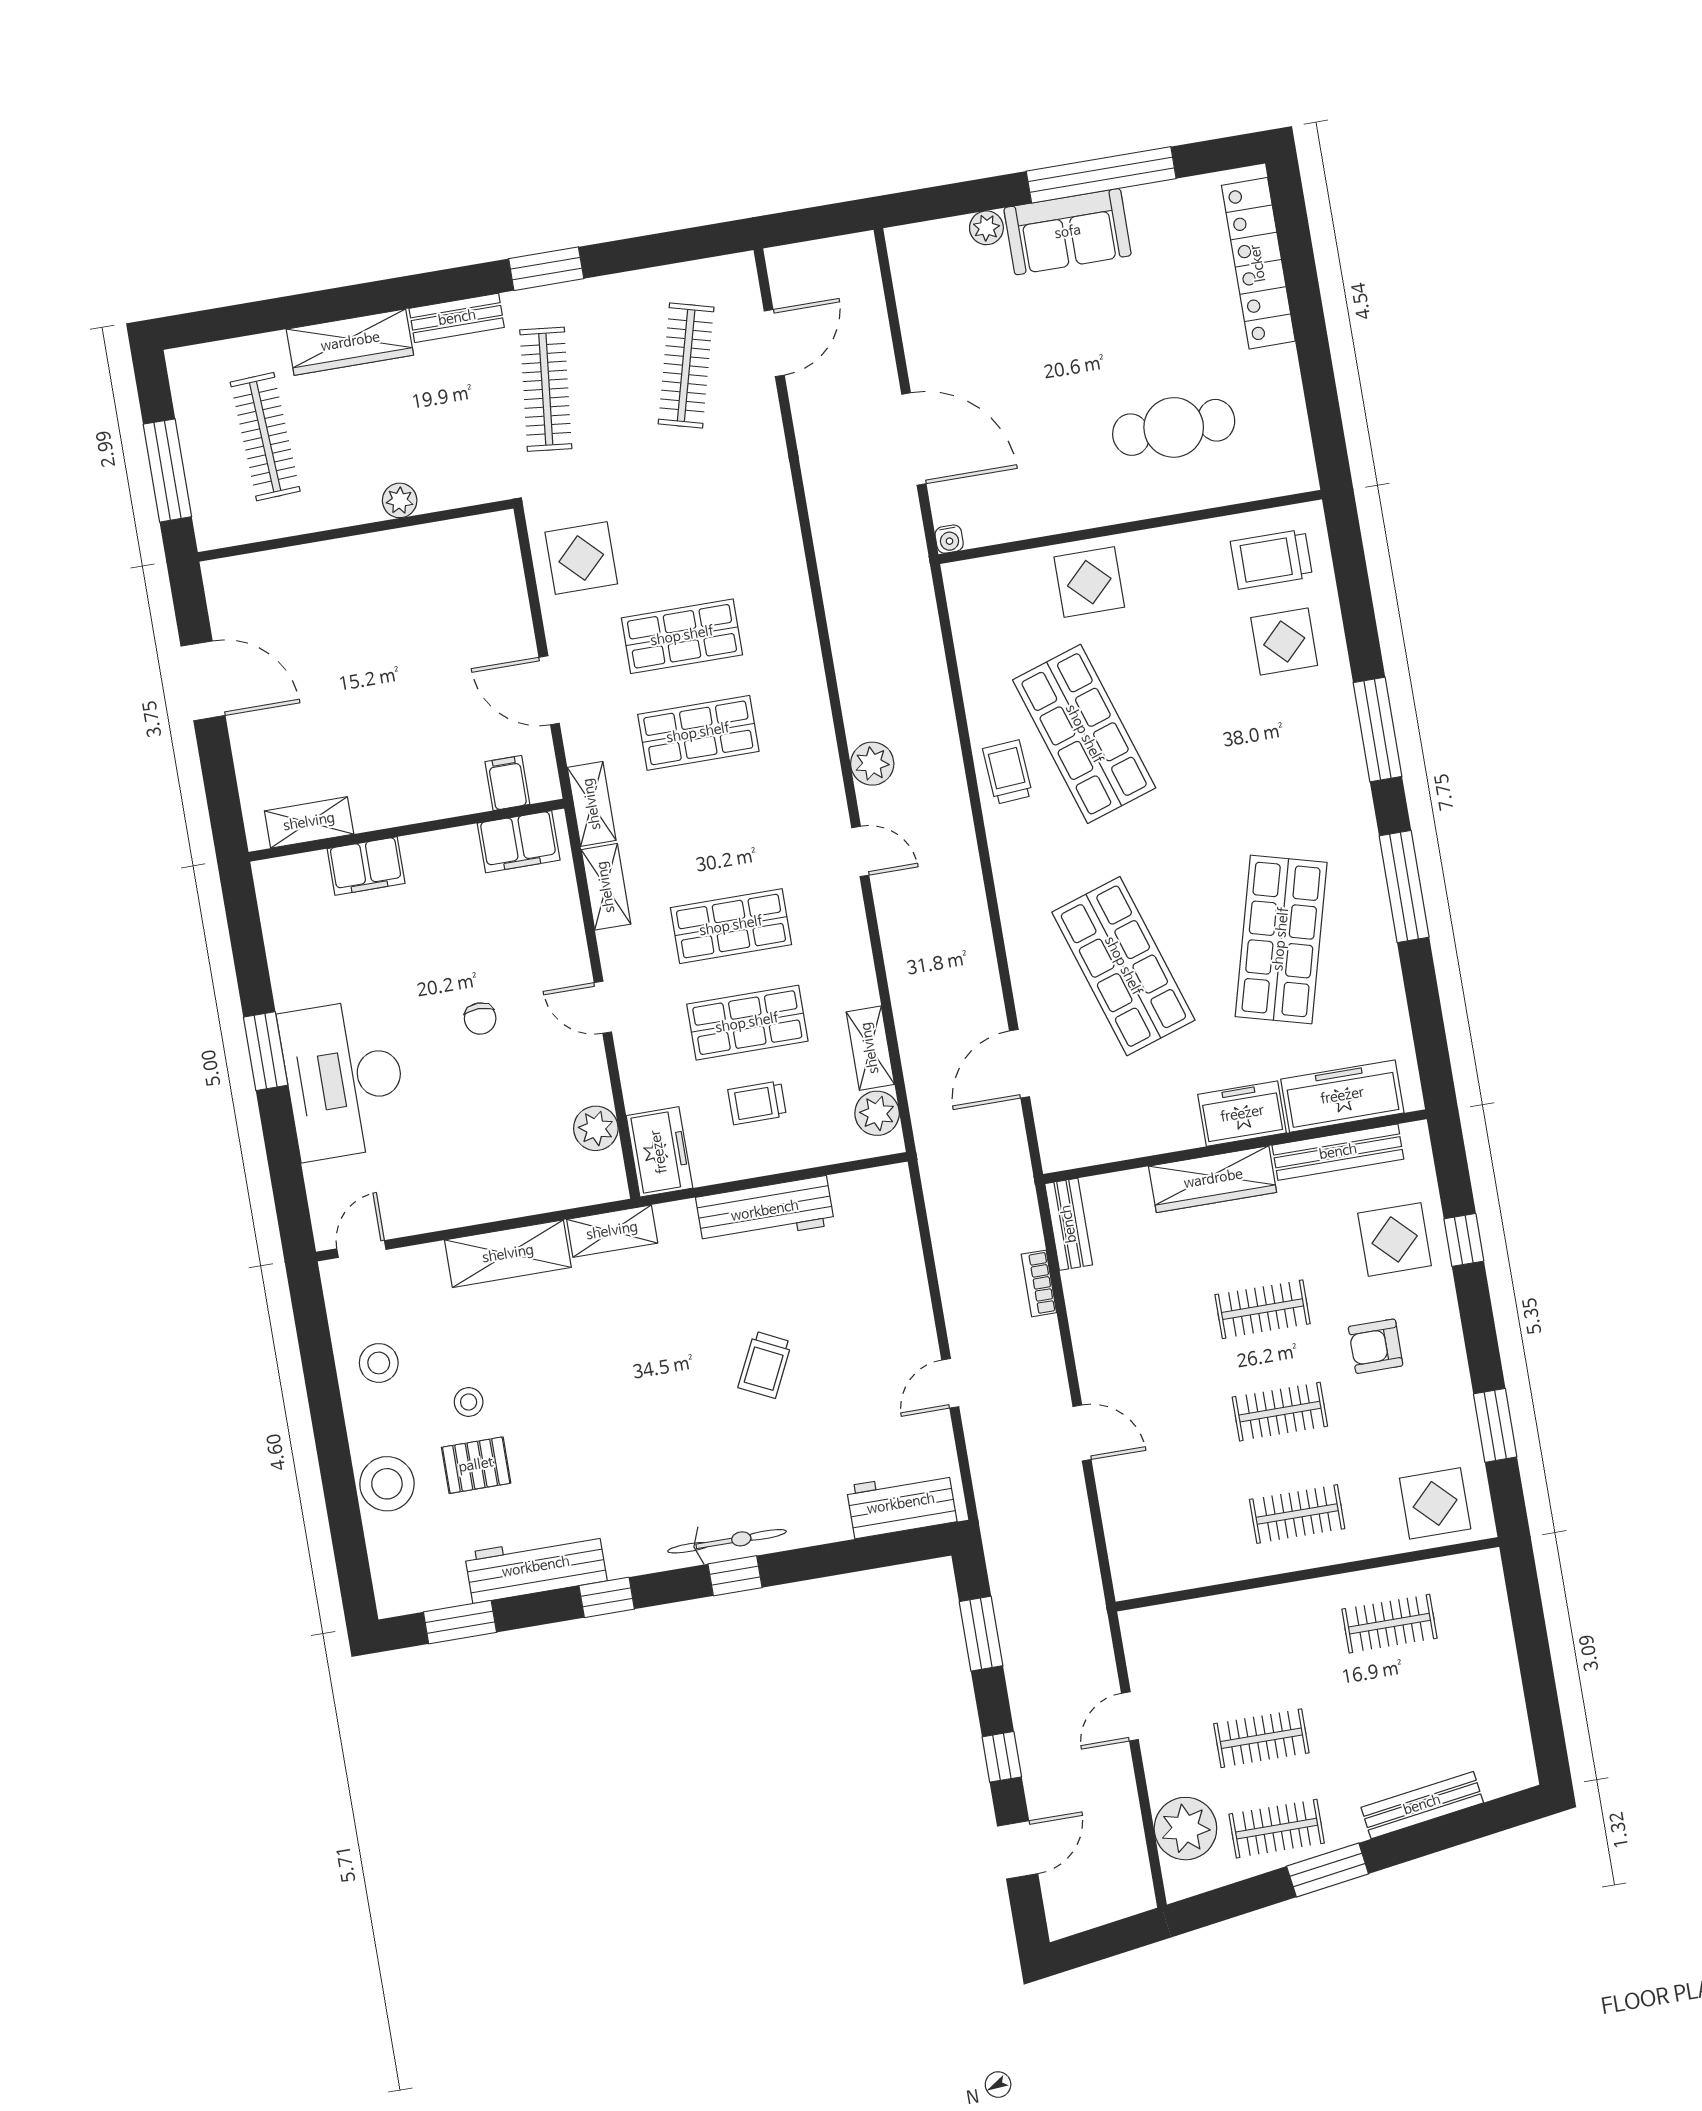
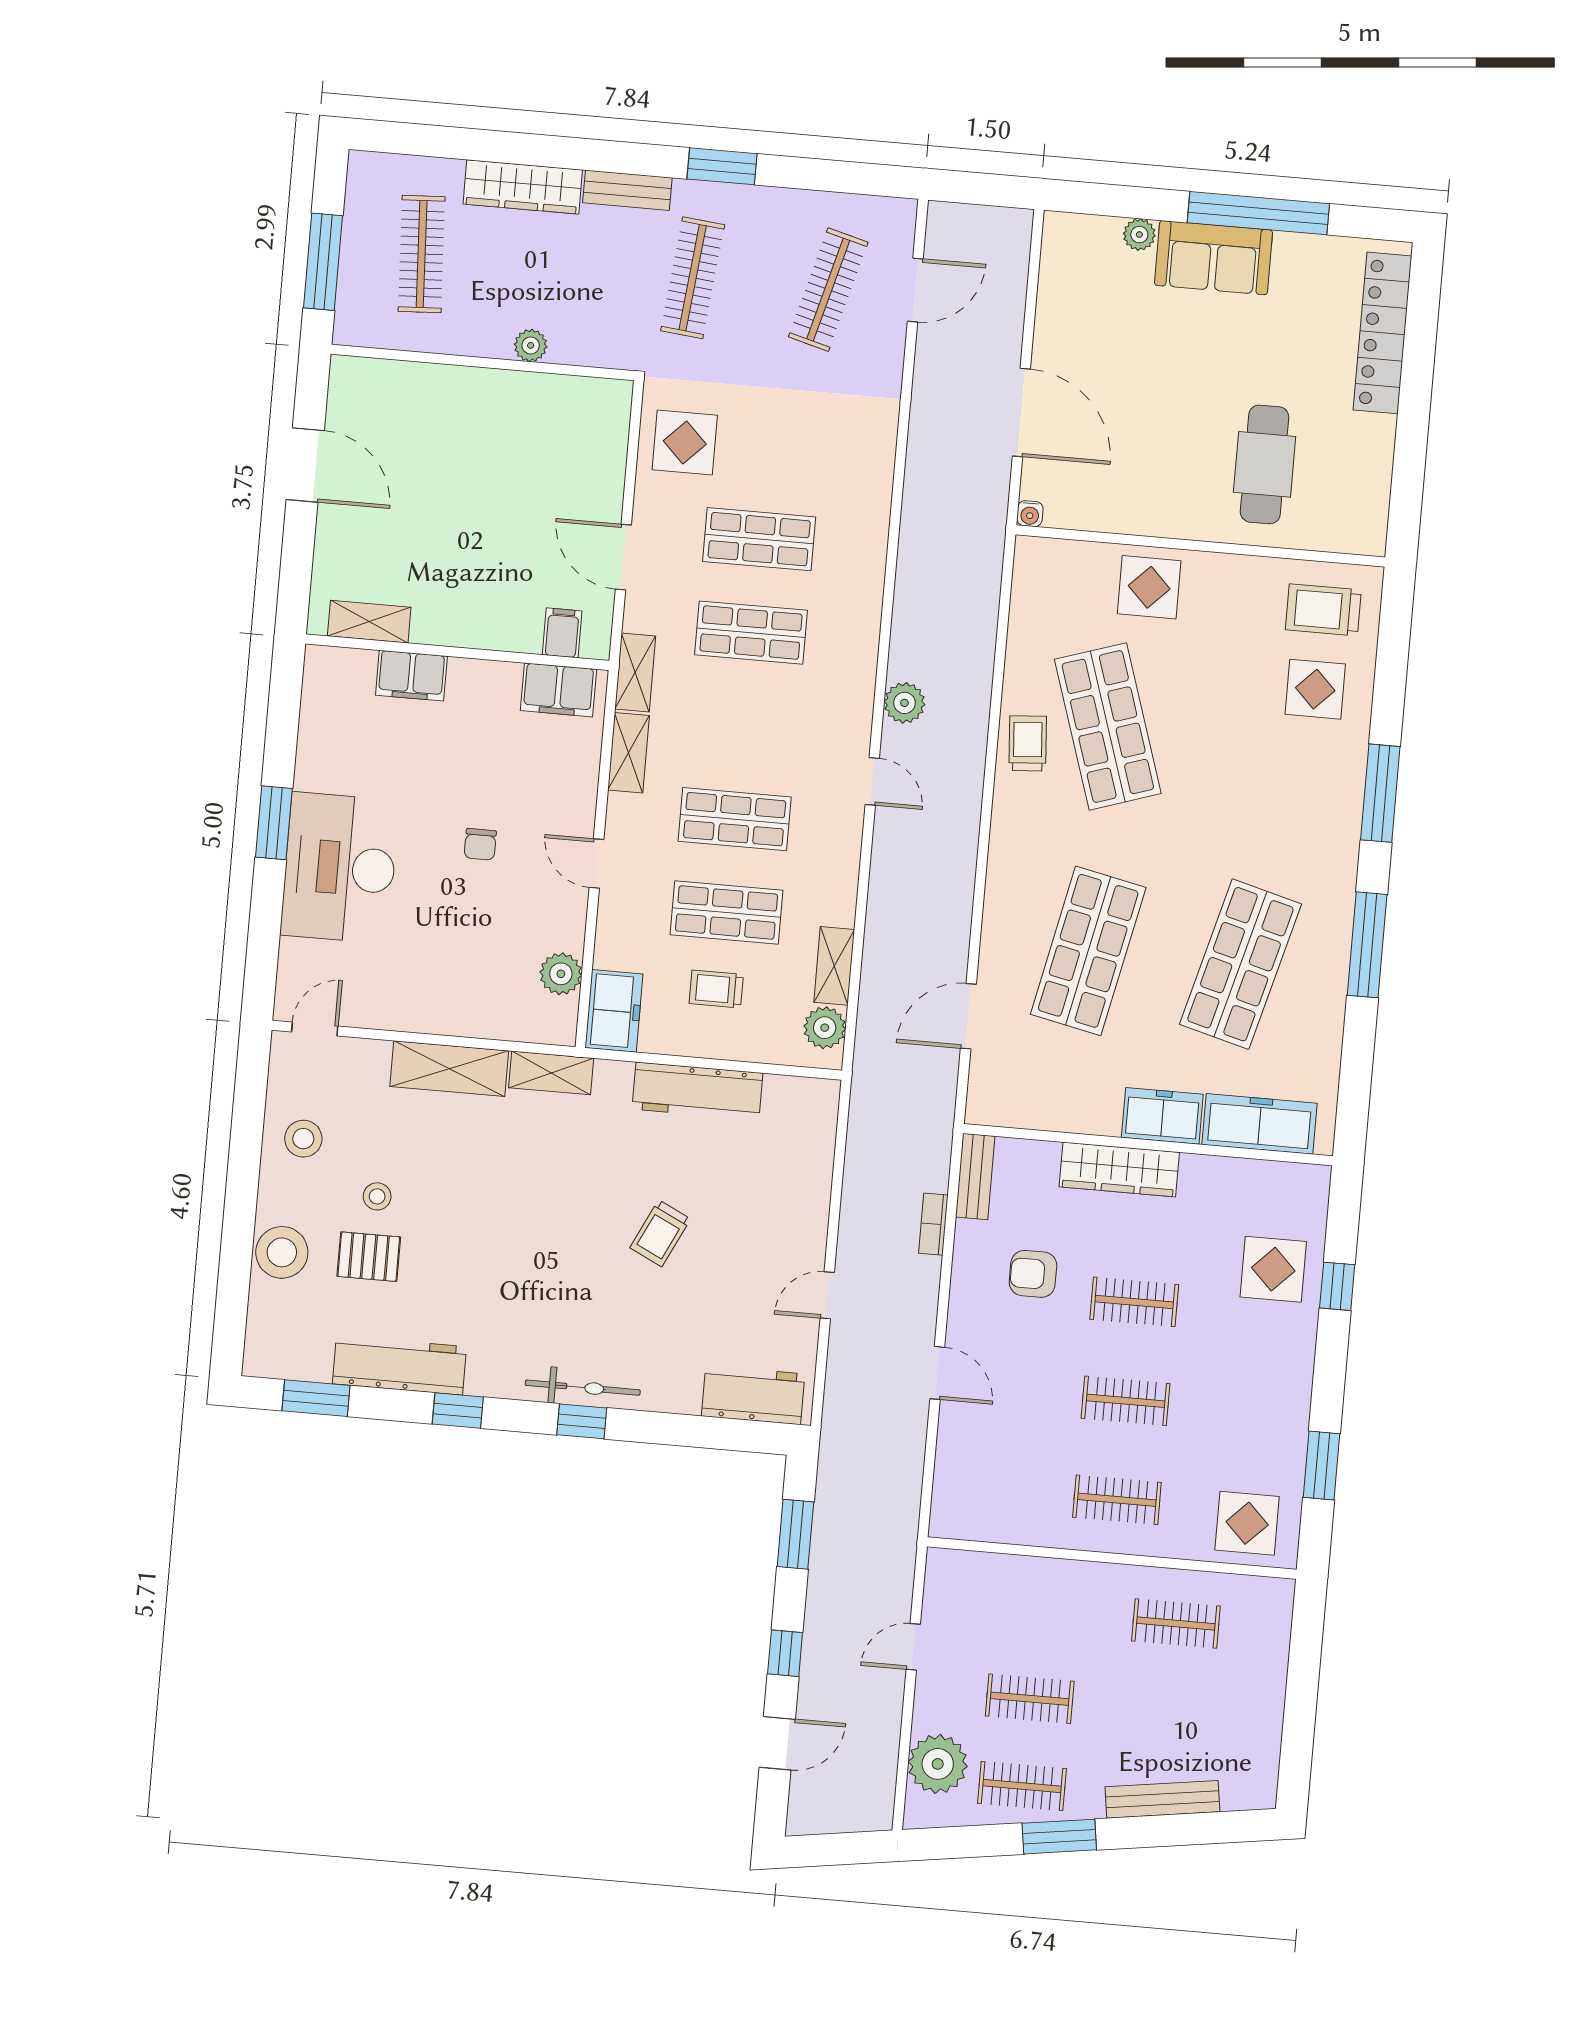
cafe table: (1174, 427) -> (1265, 464), turned 90
shop shelf: (1123, 966) -> (1088, 951), turned 30
bench: (1338, 1152) -> (1242, 1175), removed
armchair: (1376, 1346) -> (1033, 1274), moved

